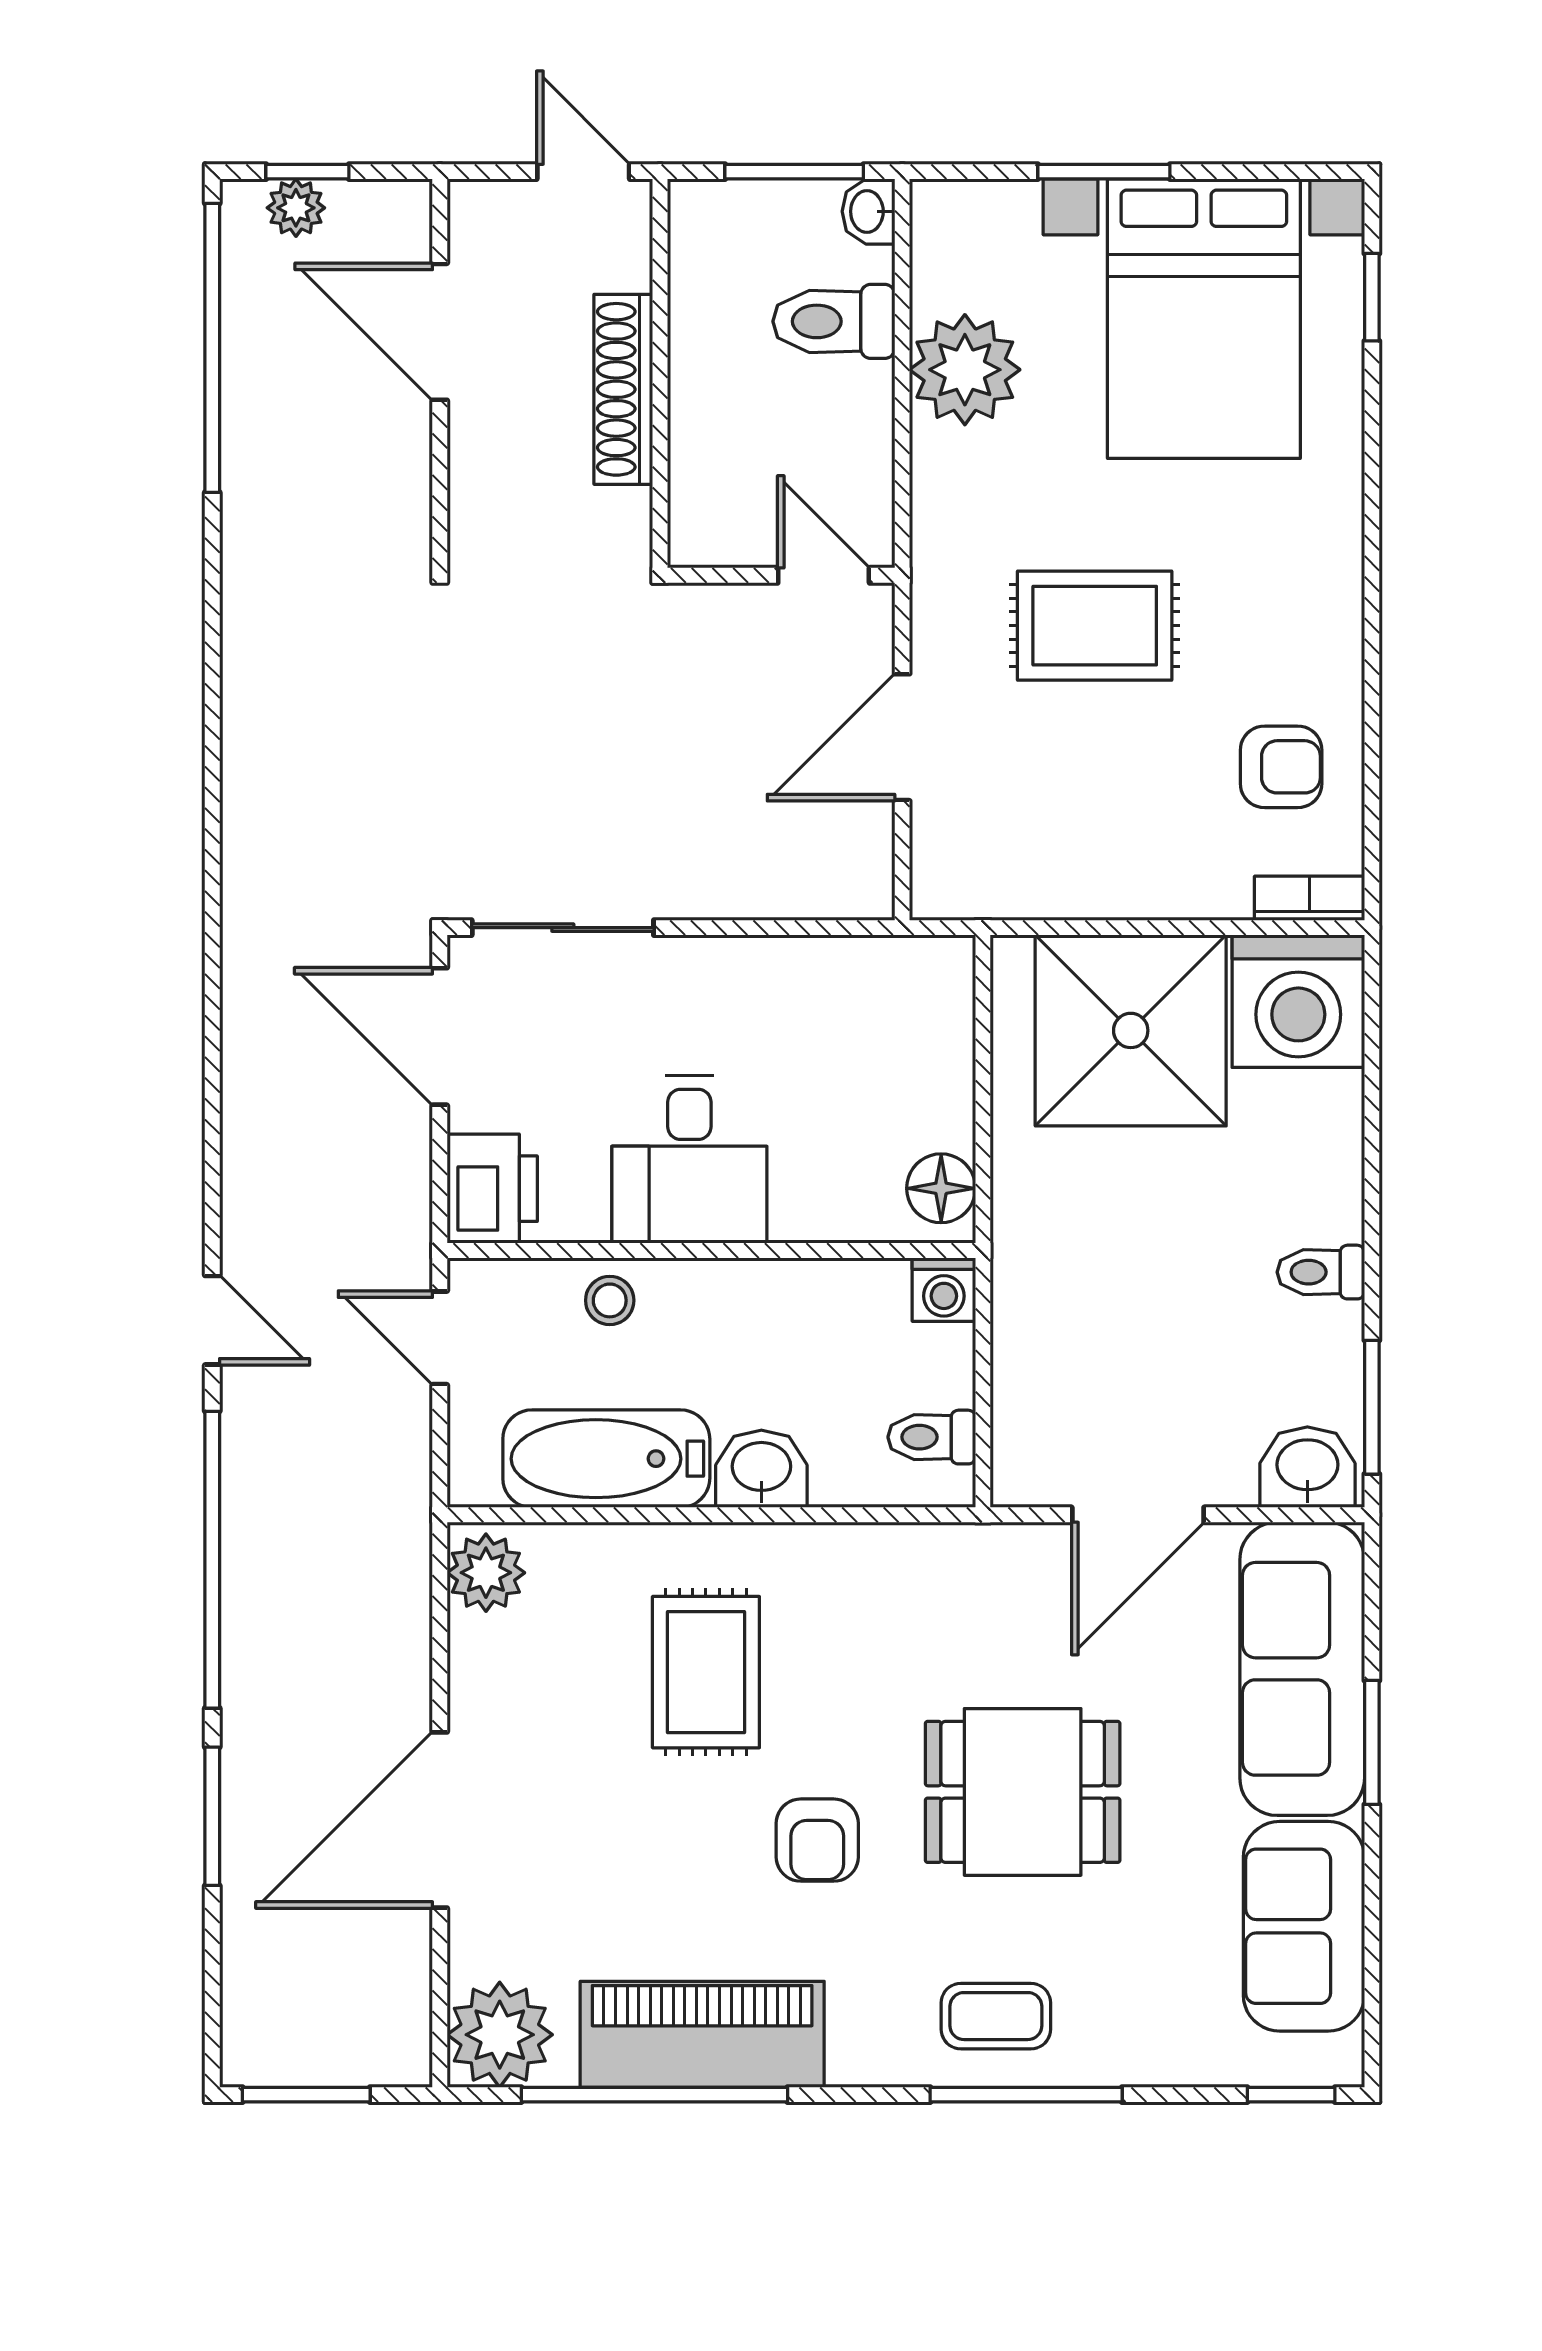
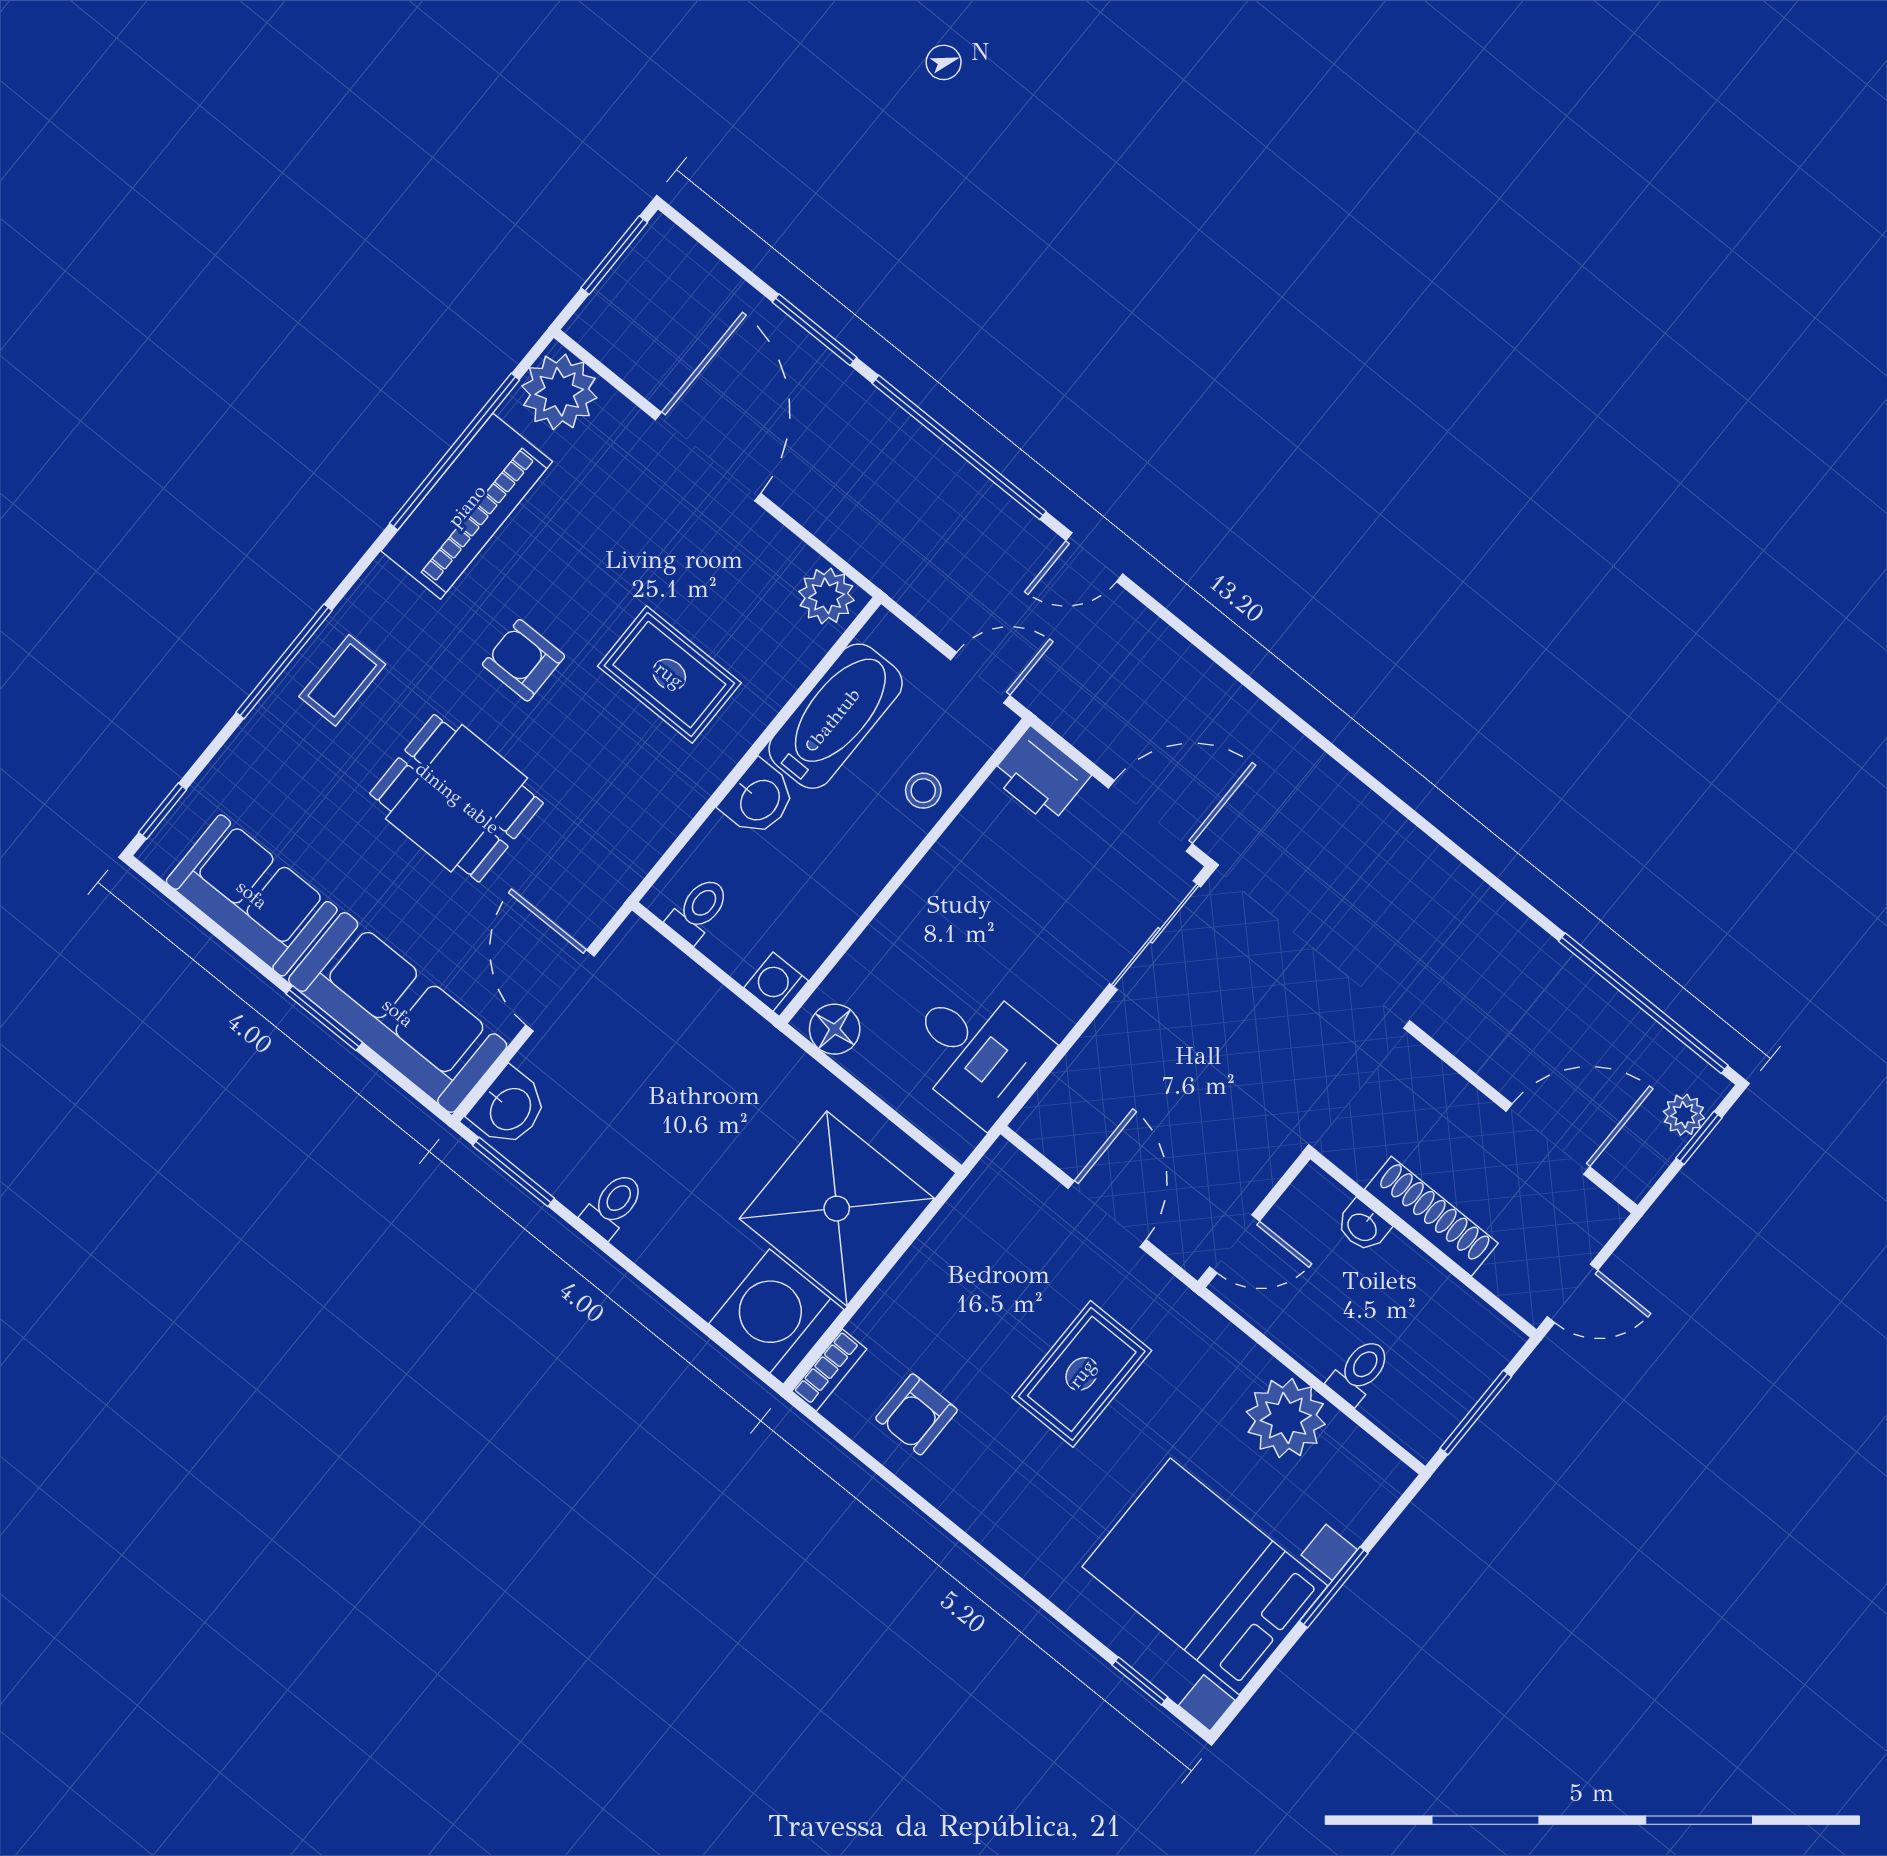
washbasin: (869, 211) -> (1363, 1226), moved, turned 180
toilet: (834, 321) -> (1360, 1371), width x0.73, depth x0.72
desk: (689, 1160) -> (976, 1051), moved, turned 180
dining table: (1023, 1792) -> (457, 798), turned 90

